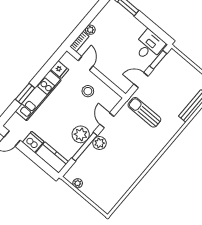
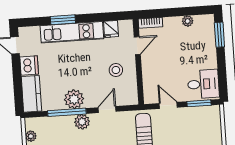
plant: (90, 30) -> (188, 21), moved

